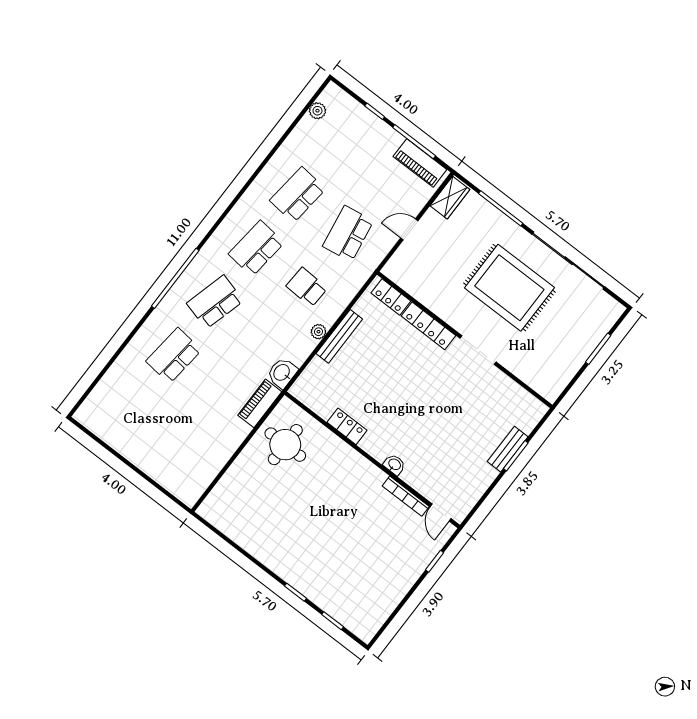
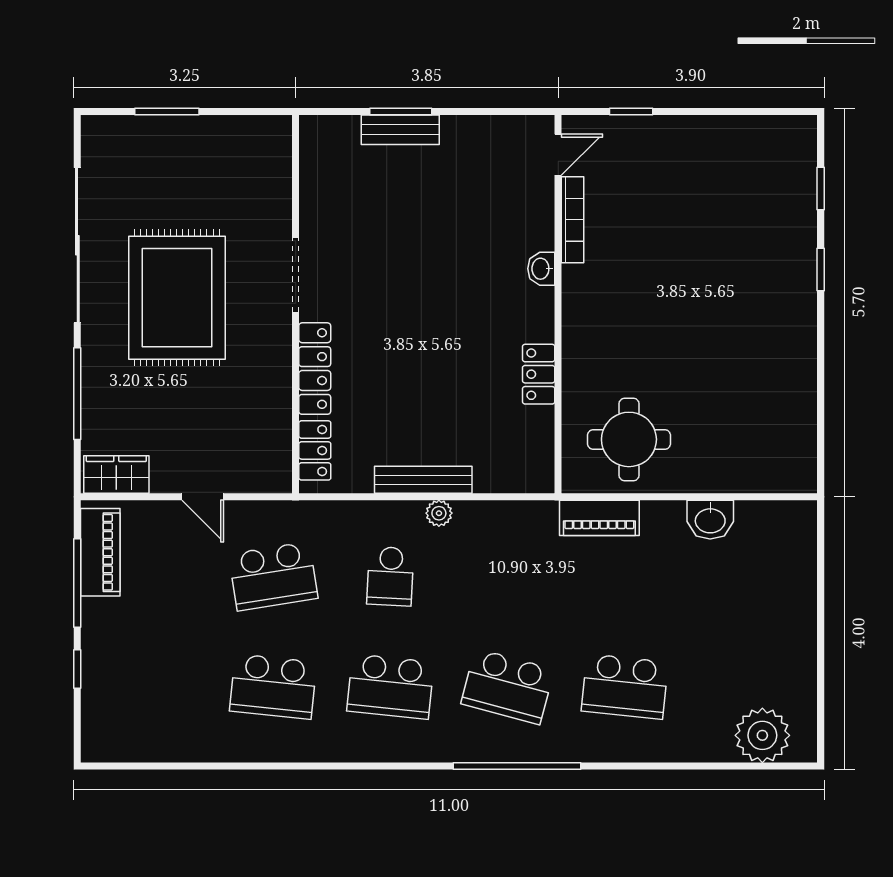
plant: (317, 111) -> (762, 735), moved, width x1.88, depth x1.88
washbasin: (282, 373) -> (710, 520), moved

